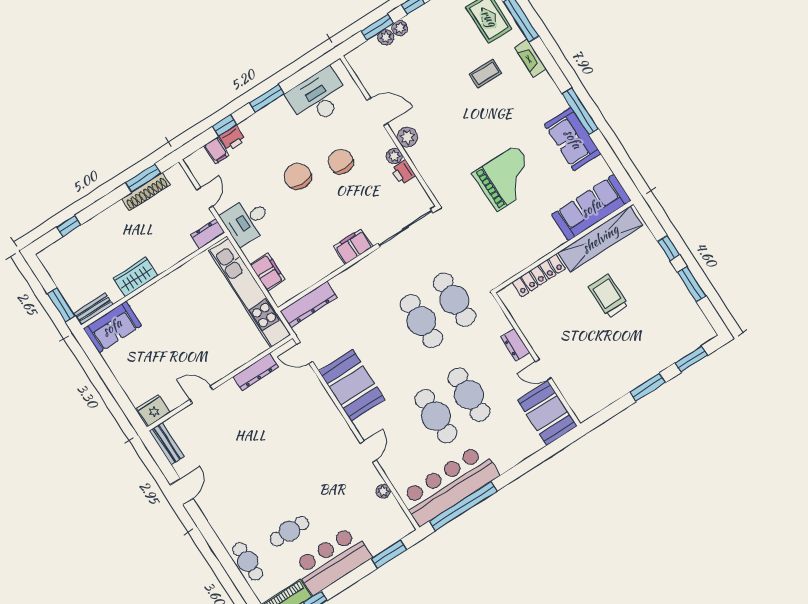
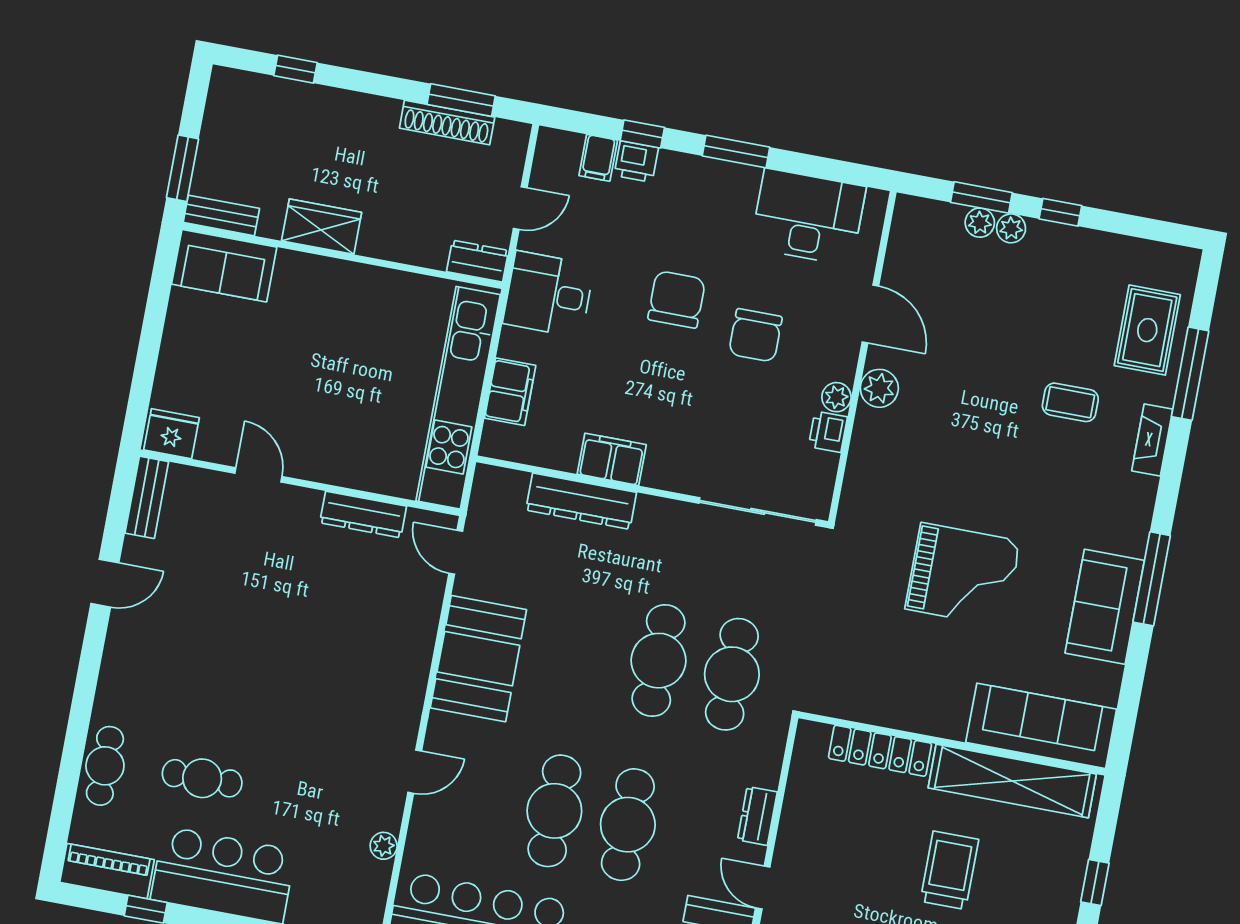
chair: (341, 162) -> (755, 335), turned 180
filing cabinet: (353, 247) -> (612, 459), moved
dresser: (309, 304) -> (581, 501), moved

